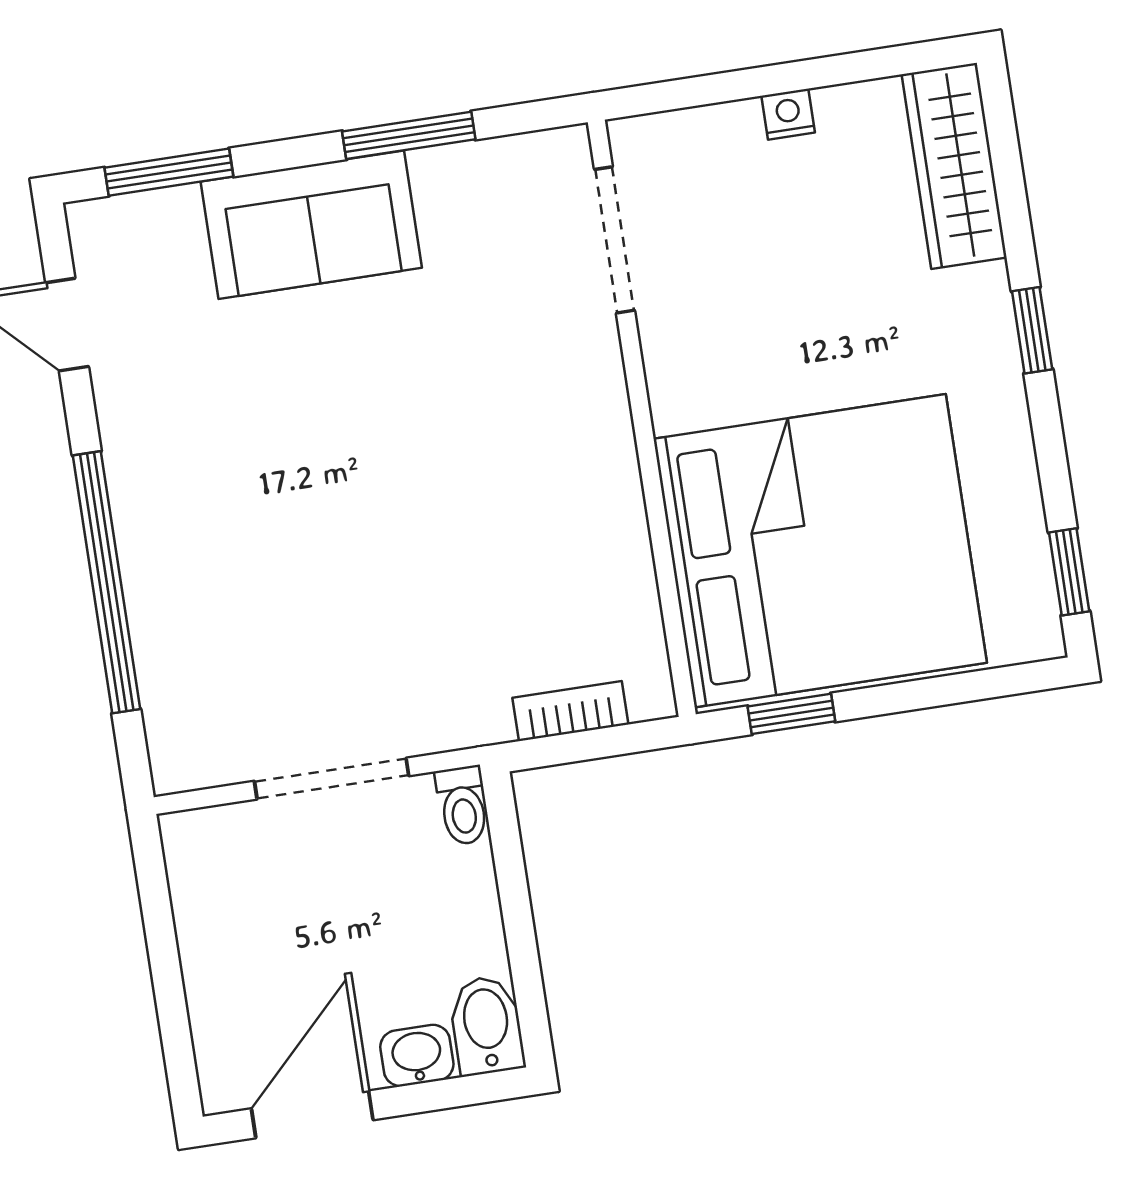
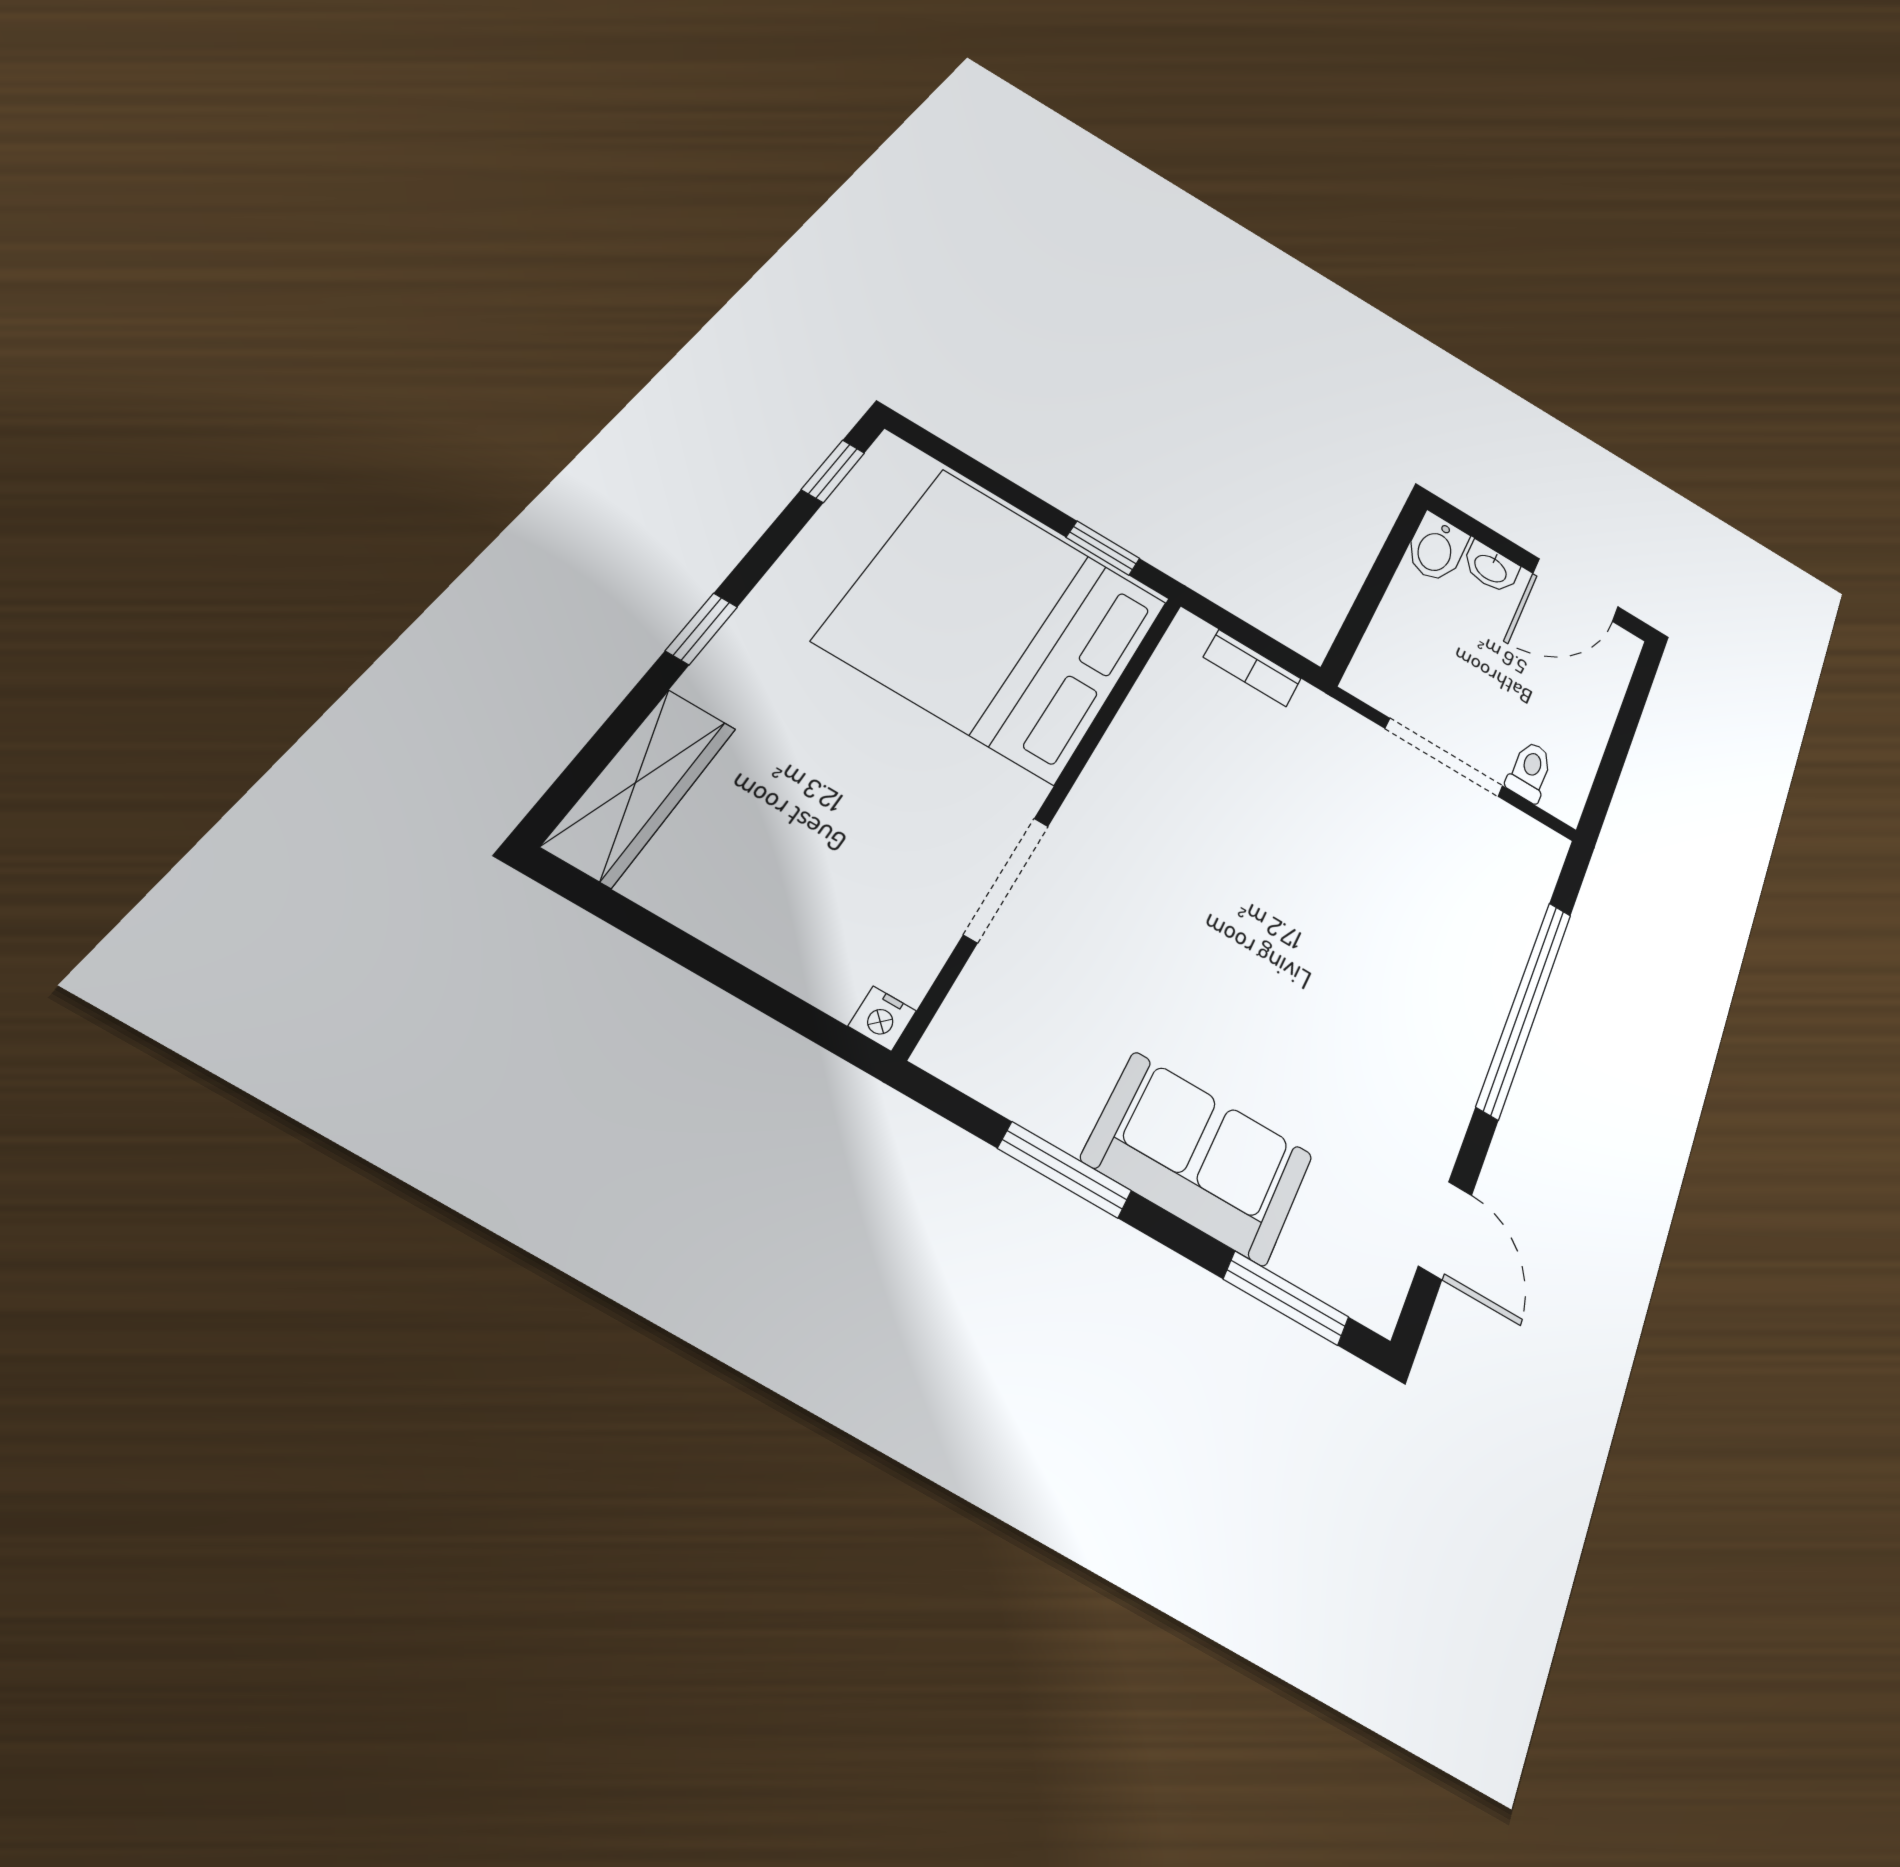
nightstand: (788, 114) -> (882, 1019), moved
doorway: (614, 240) -> (1007, 879), moved
toilet: (463, 806) -> (1530, 771), moved

